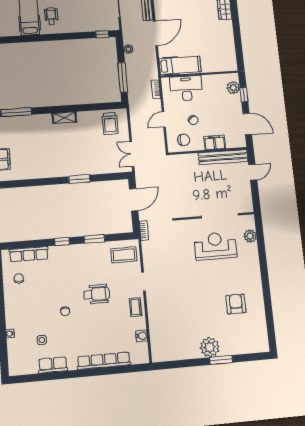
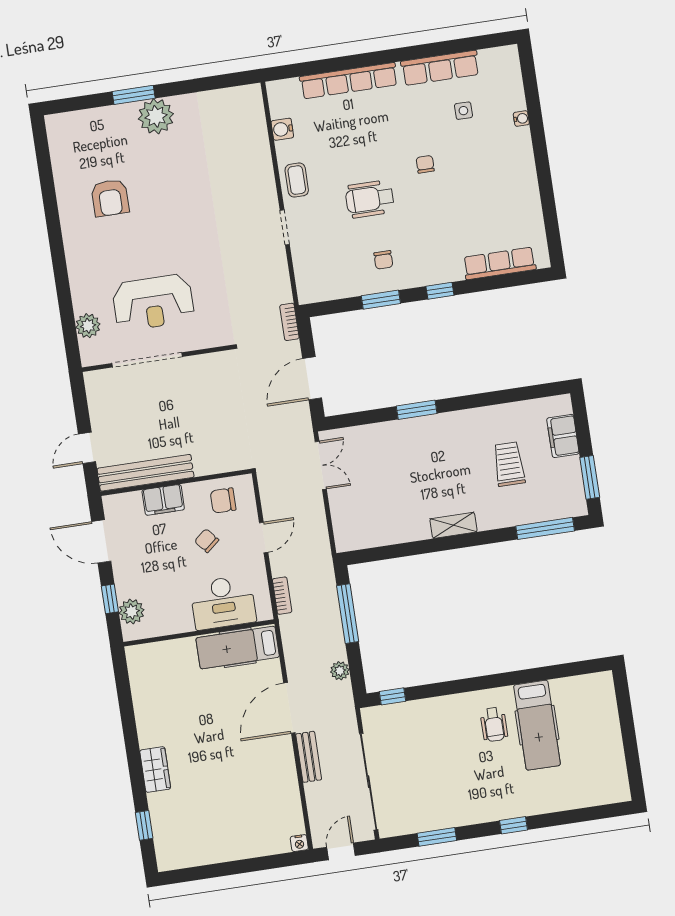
trolley: (110, 124) -> (509, 464), moved
coffee table: (124, 255) -> (324, 274), removed
chair: (19, 278) -> (383, 260), moved
row of seats: (53, 365) -> (440, 68), width x1.48

